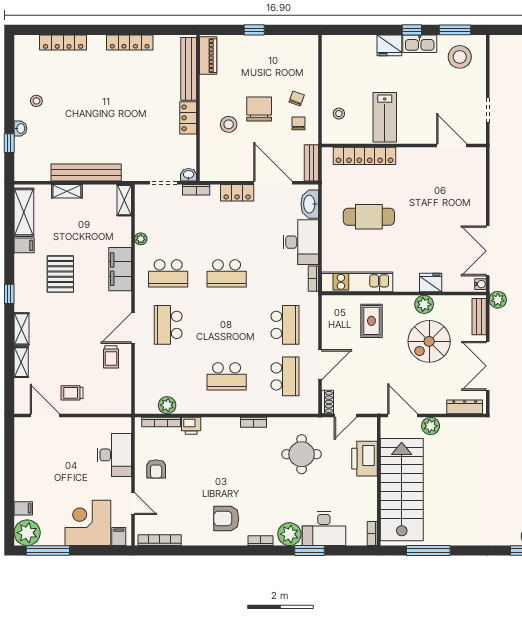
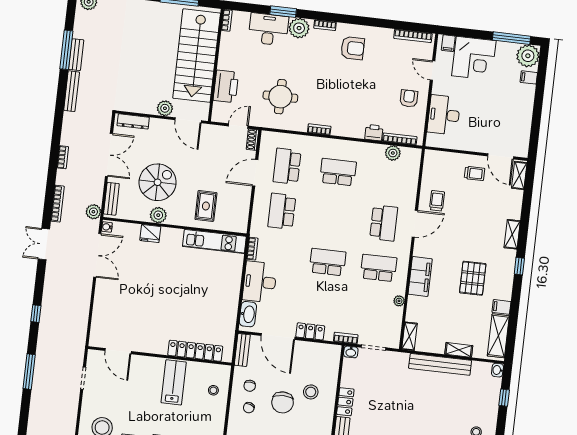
washbasin: (20, 128) -> (497, 370), moved
cafe table: (369, 217) -> (198, 297), removed
shelving: (21, 362) -> (519, 175), moved

